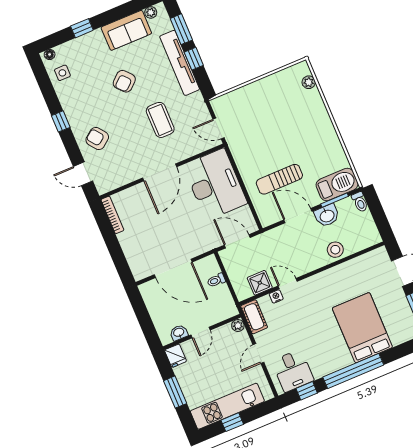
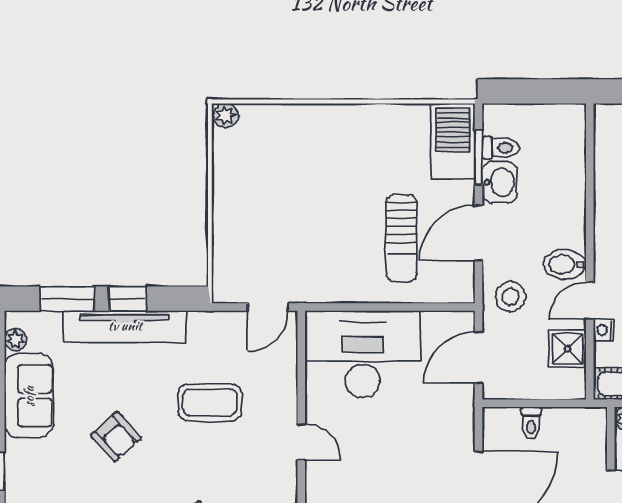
plant: (309, 82) -> (226, 116), moved
door: (160, 172) -> (301, 442), width x0.53
toilet: (360, 202) -> (500, 148), moved
stool: (335, 250) -> (510, 297), moved
bidet: (300, 264) -> (565, 264), added

